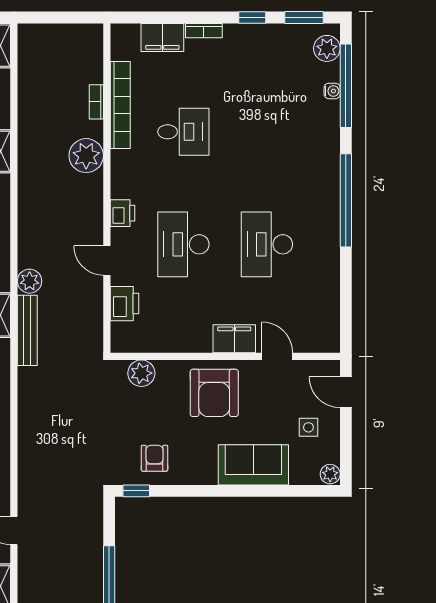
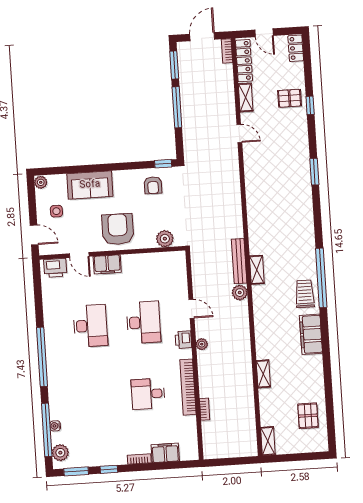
bookcase: (120, 105) -> (188, 387), moved
plant: (86, 156) -> (202, 344), moved, width x0.53, depth x0.53
printer: (124, 304) -> (55, 268), moved, turned -90

